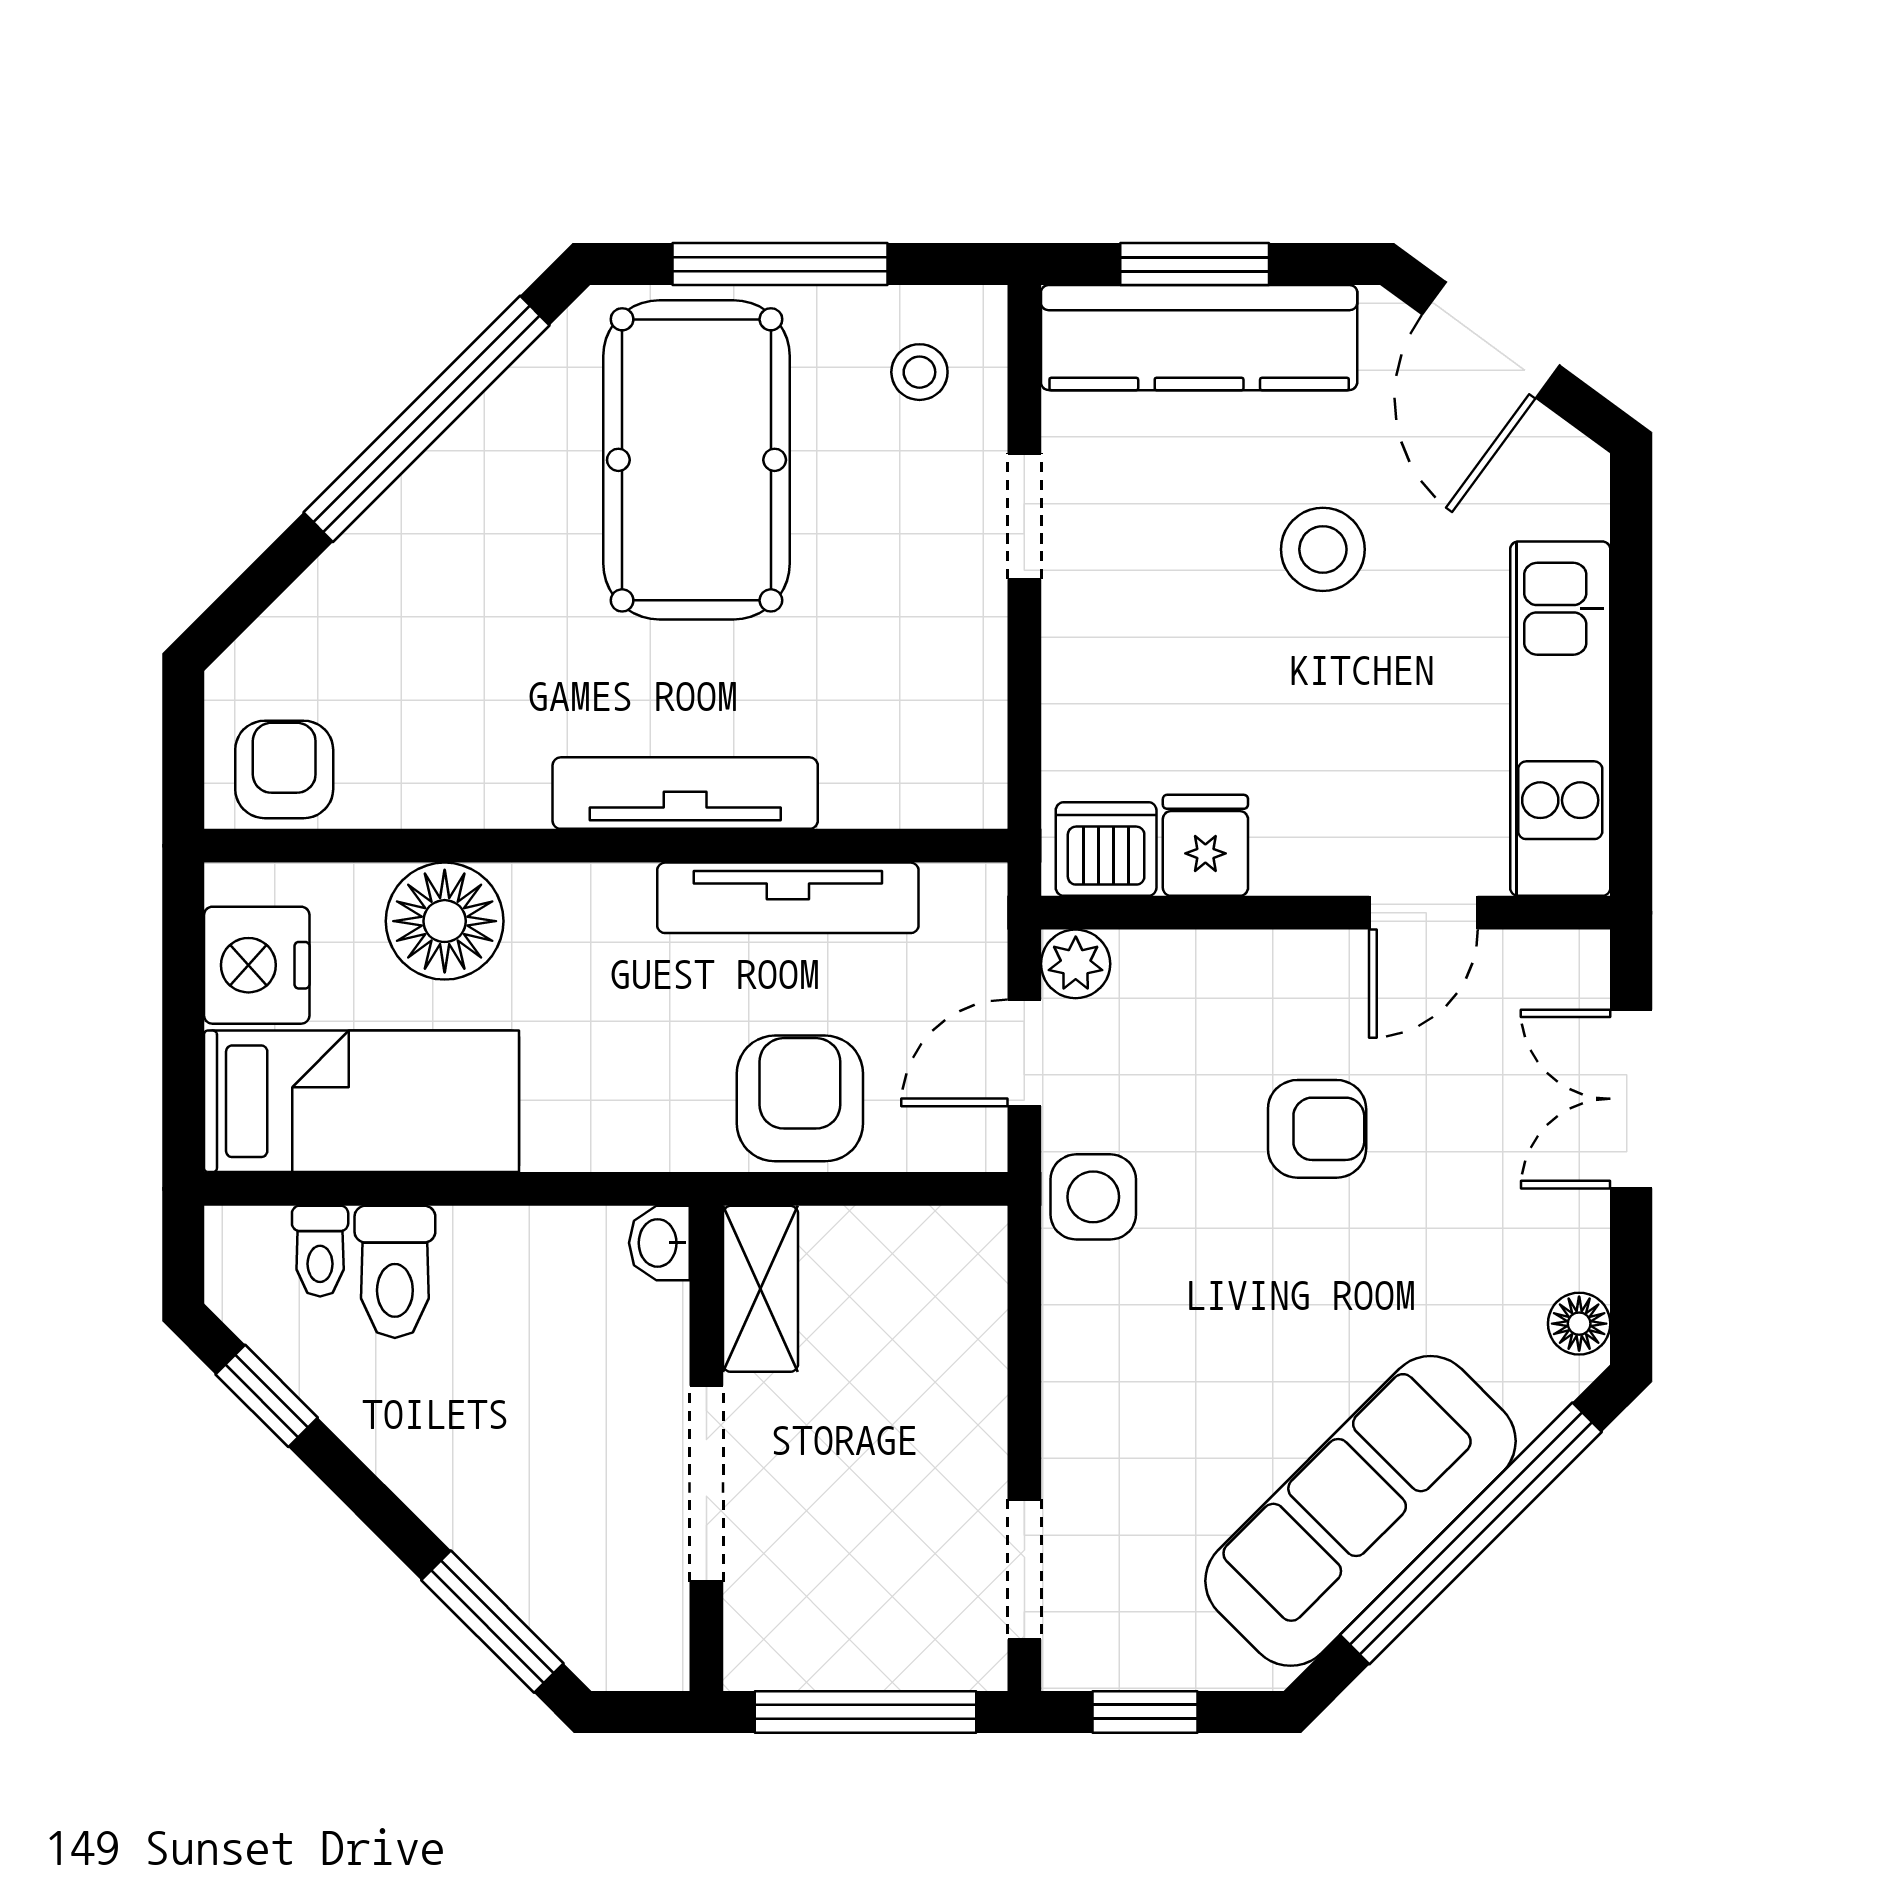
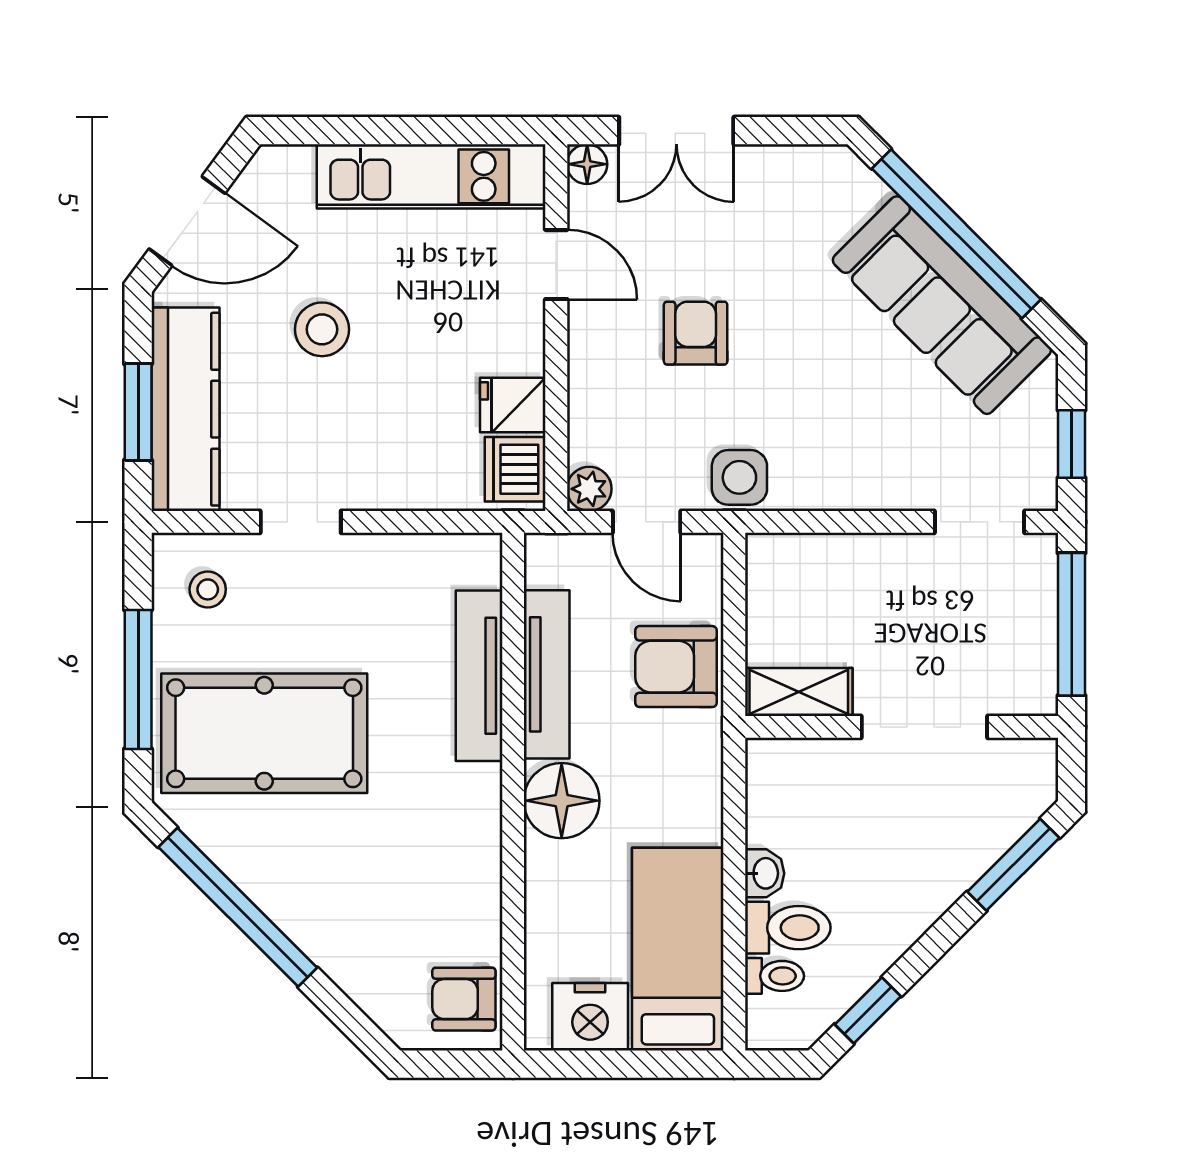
tv unit: (685, 793) -> (479, 676), moved
floor lamp: (445, 921) -> (562, 801), moved
washbasin: (659, 1243) -> (765, 873), moved, turned -90
floor lamp: (1579, 1324) -> (587, 164), moved

